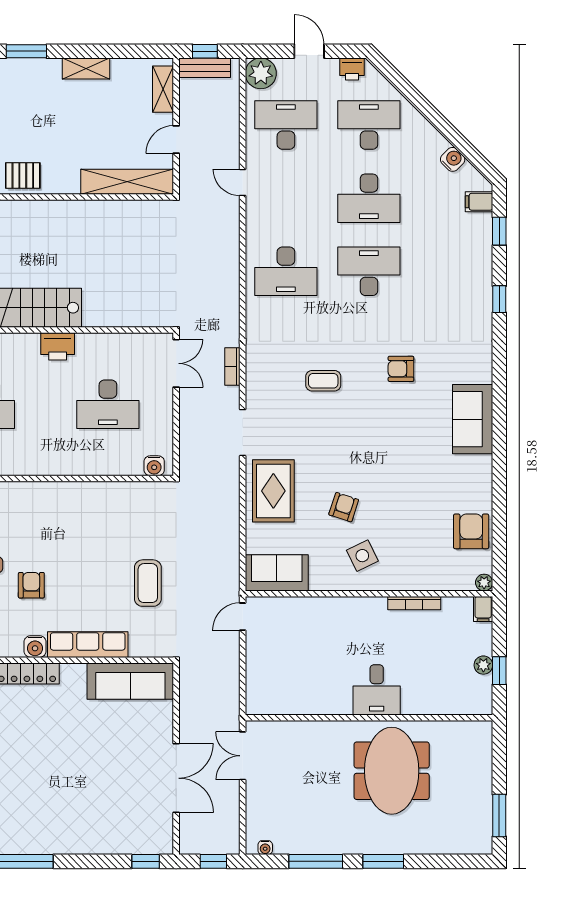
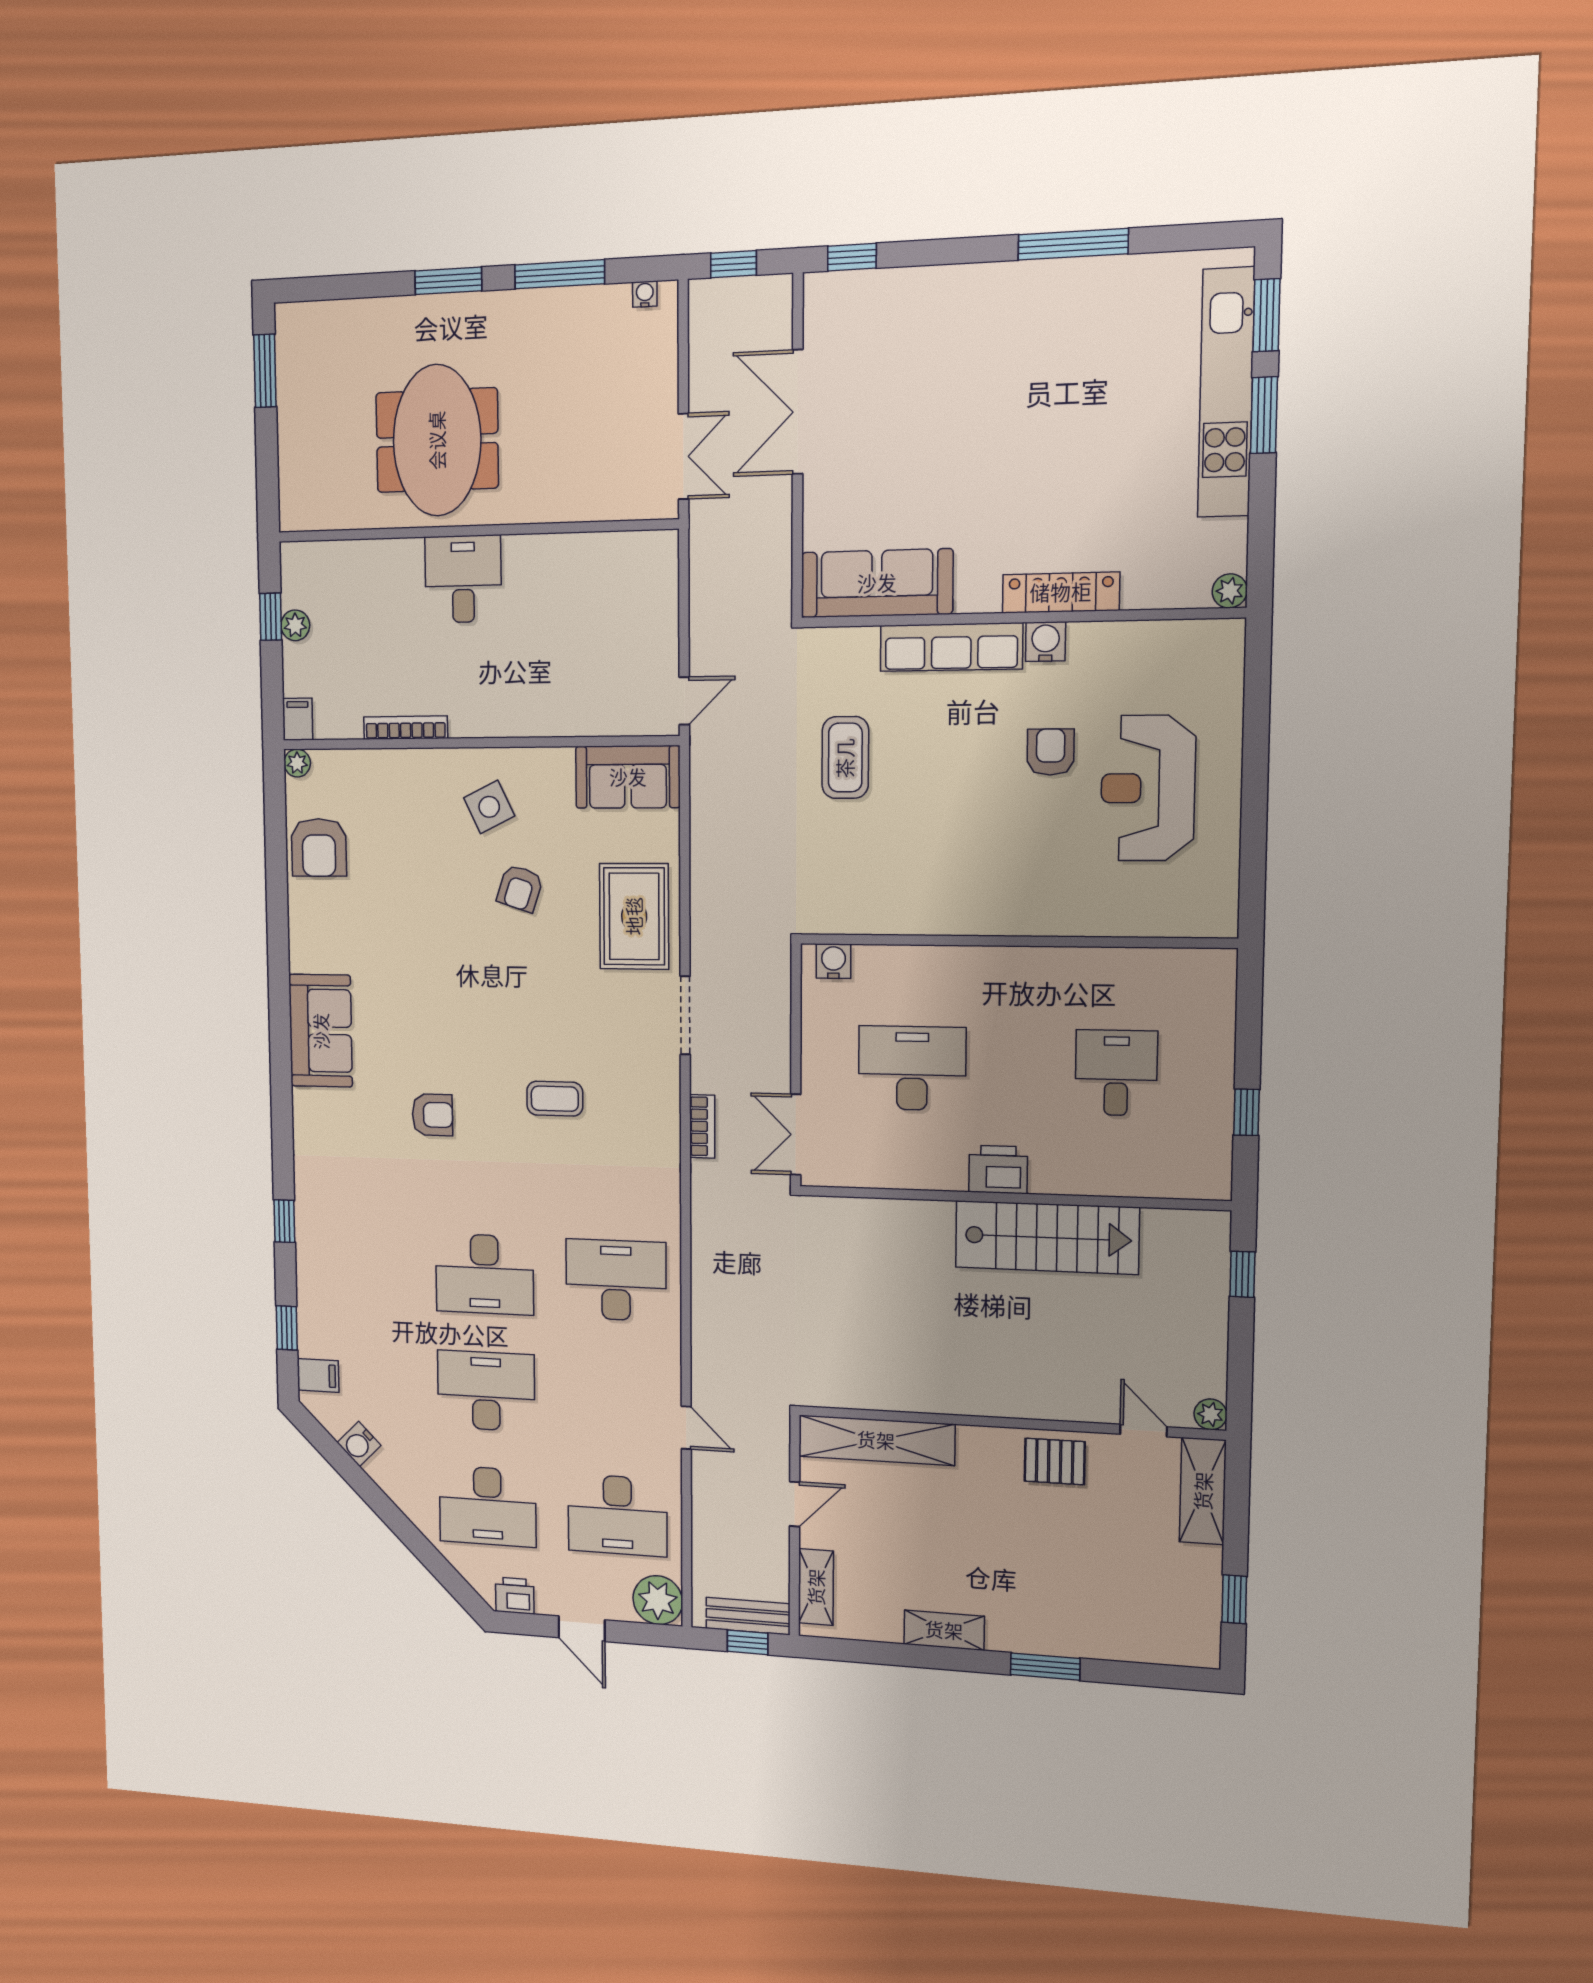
armchair: (31, 585) -> (1051, 752), turned 180

